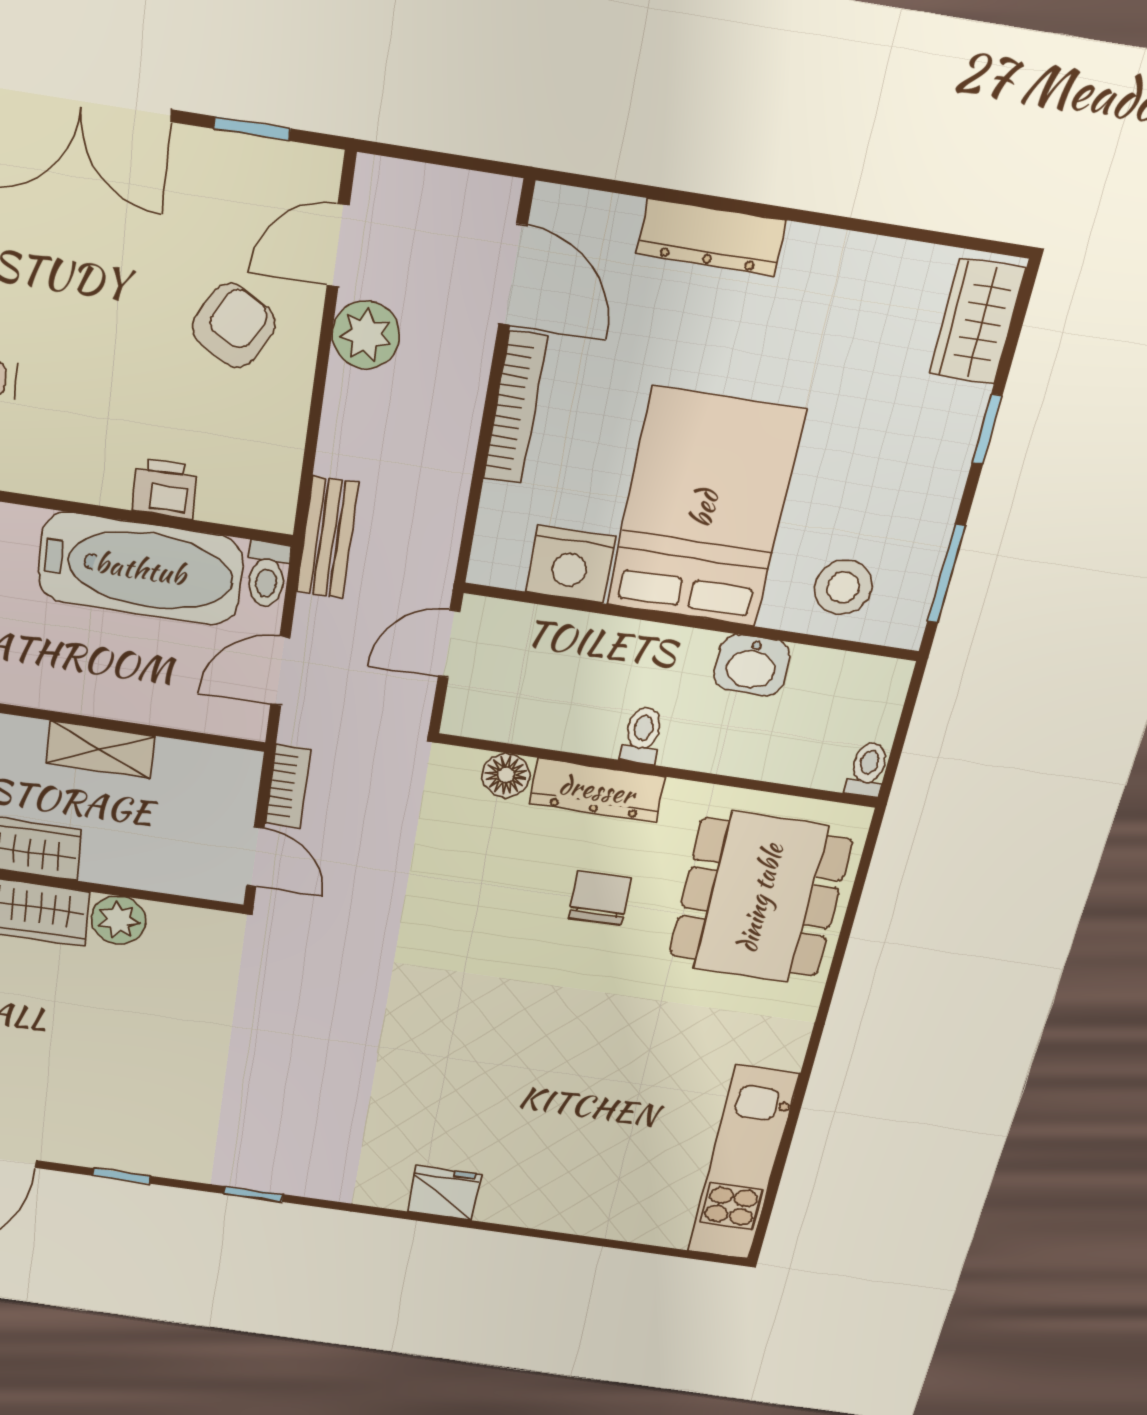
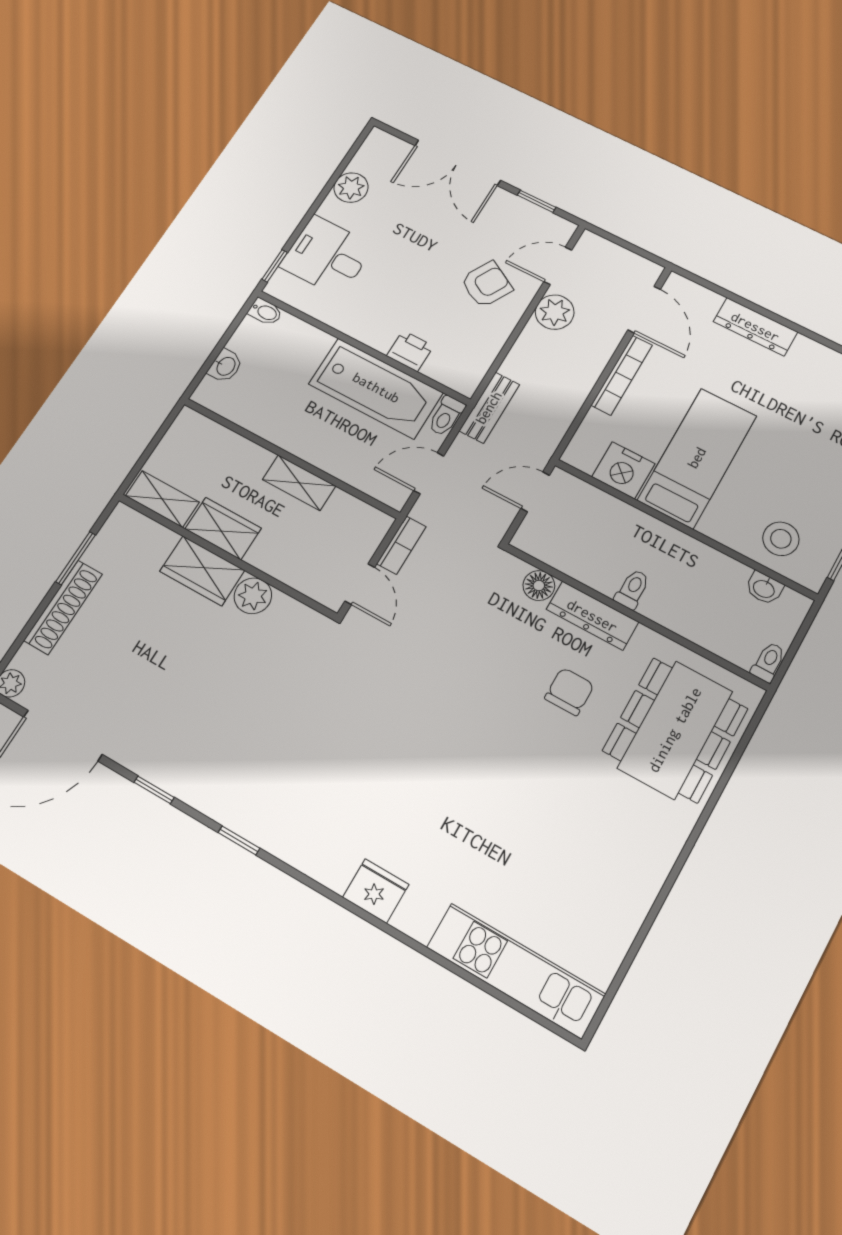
bed: (704, 509) -> (697, 458), width x0.67
washbasin: (752, 665) -> (764, 588), moved, width x0.72, depth x0.69
kitchen unit: (743, 1164) -> (516, 971), moved, turned 90

